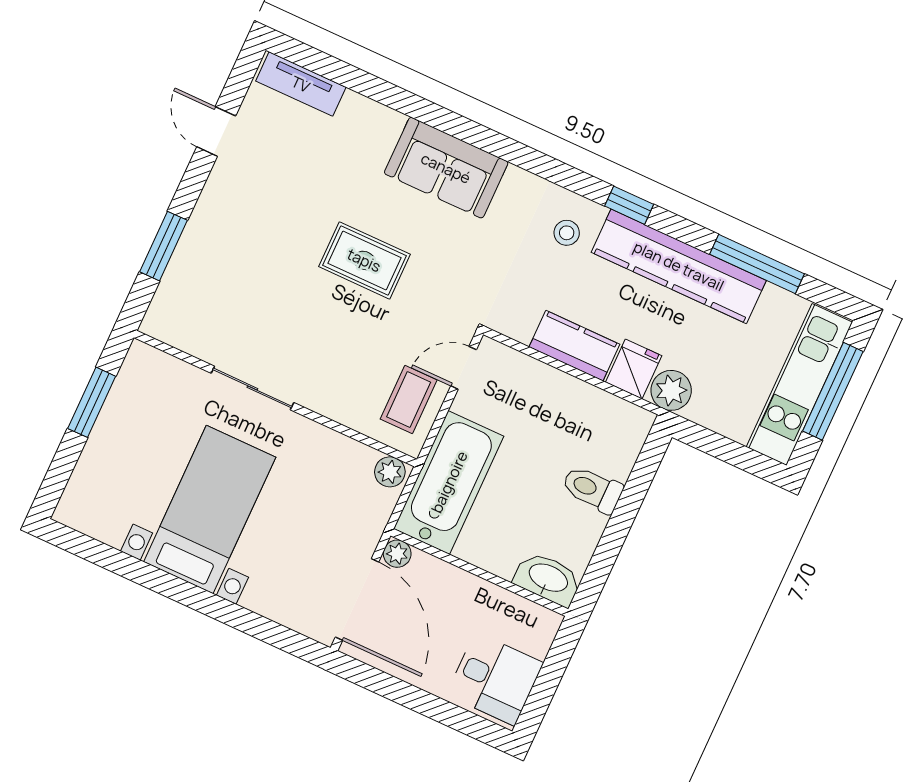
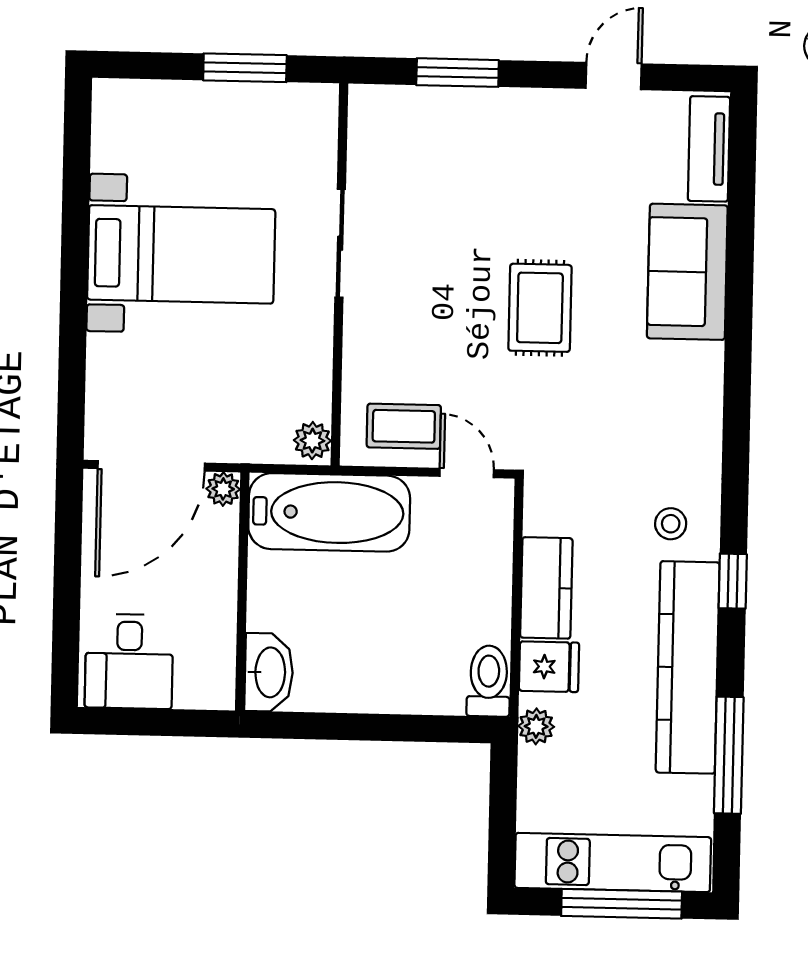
sofa: (446, 168) -> (687, 272), moved
plant: (671, 390) -> (536, 726), width x0.73, depth x0.73
toilet: (592, 489) -> (489, 681), moved

